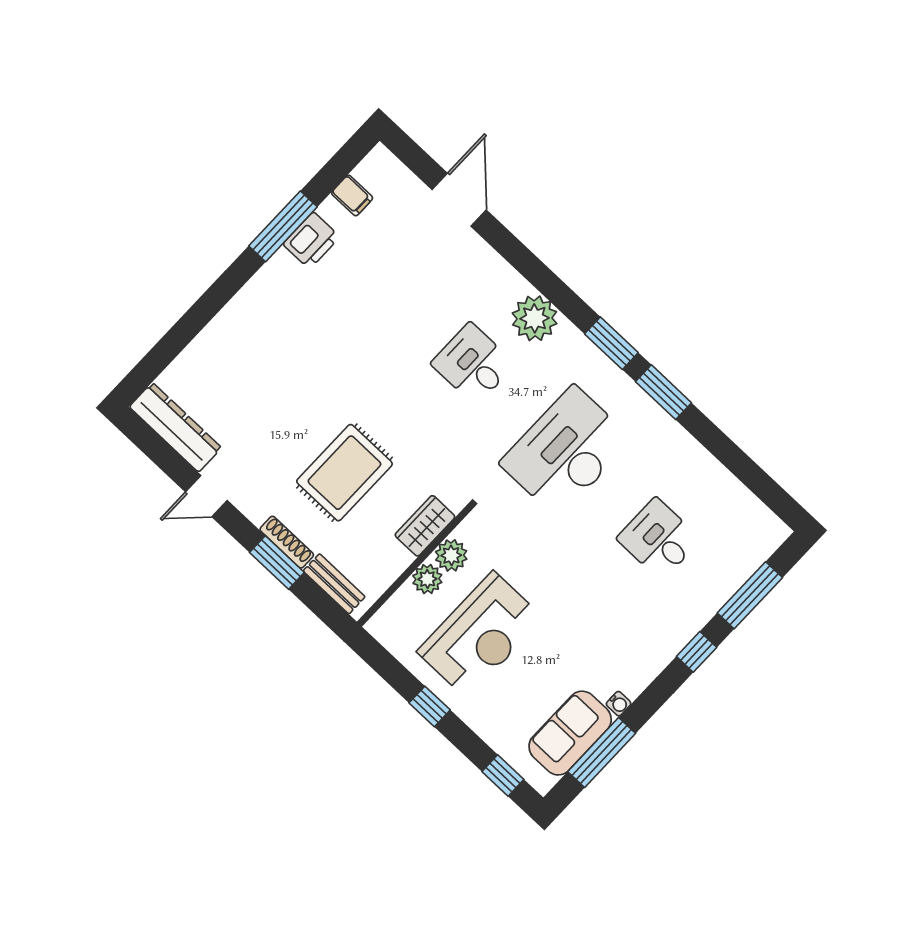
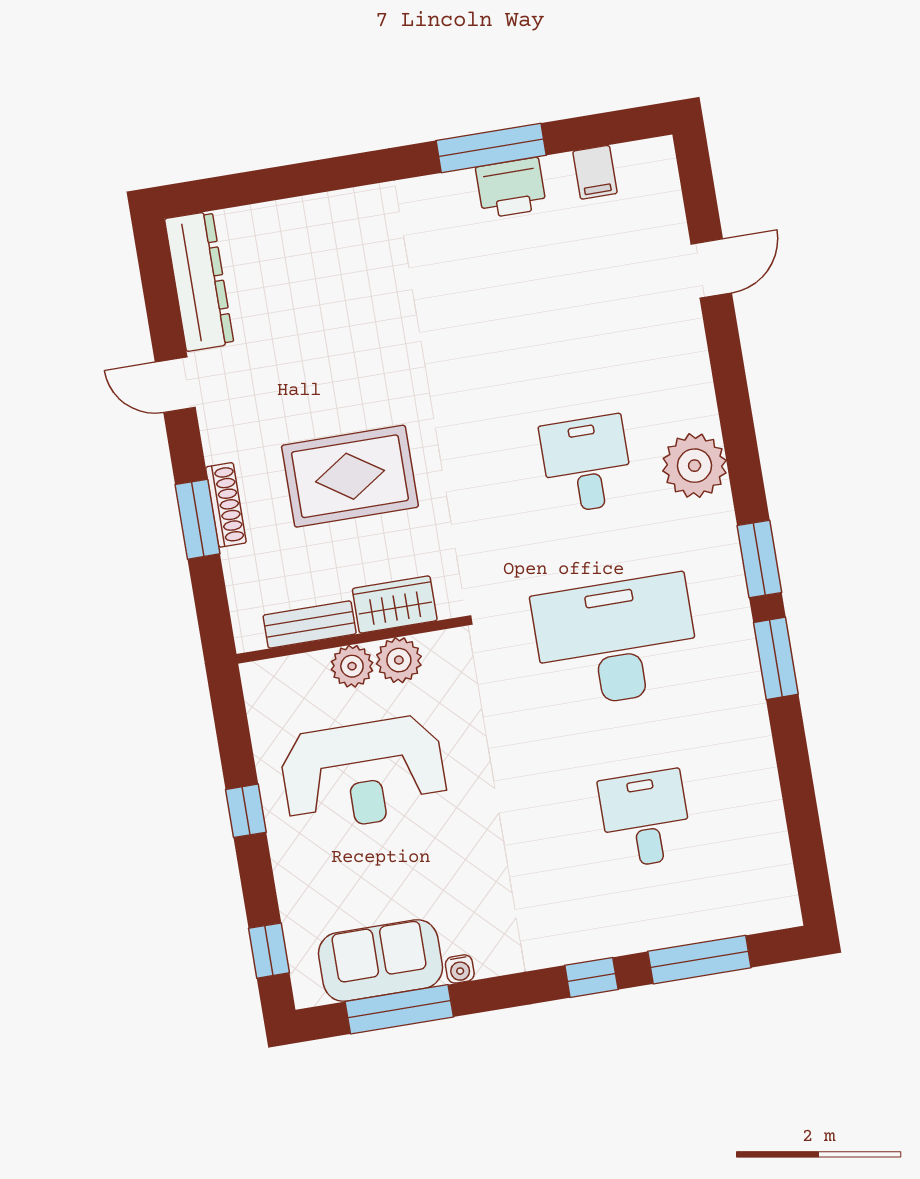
door: (459, 200) -> (711, 268), width x0.73
bench: (334, 584) -> (310, 625), moved, turned 90

